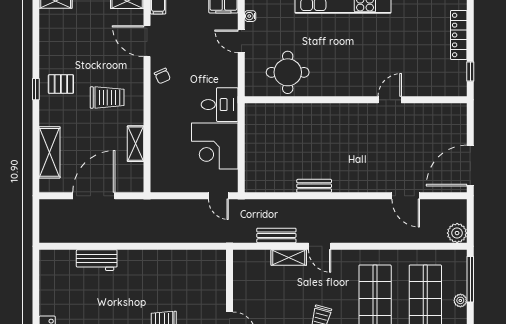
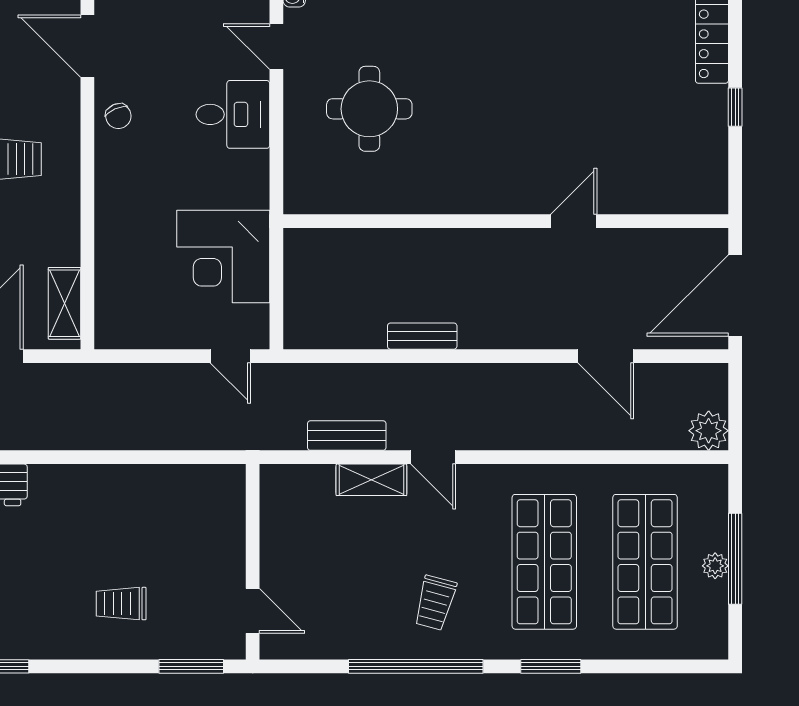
wall: (356, 100) -> (506, 221), moved
door: (390, 100) -> (574, 221), moved
desk: (220, 105) -> (233, 114), moved
shelving: (136, 144) -> (64, 303), moved
window: (470, 279) -> (735, 559), moved

